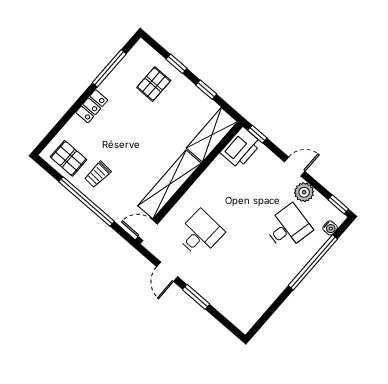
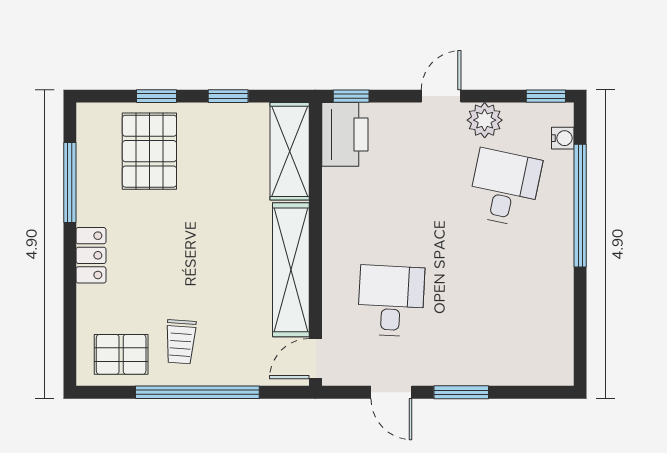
pallet: (154, 84) -> (149, 151), width x1.50, depth x1.42

